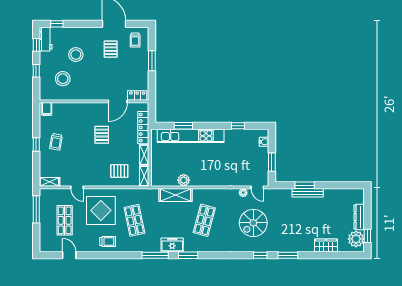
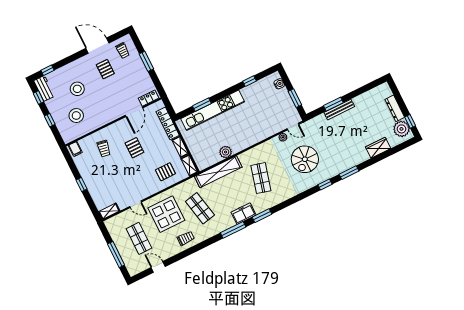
trolley: (56, 142) -> (104, 149), moved
shelving: (175, 195) -> (218, 172), width x1.47
window: (36, 209) -> (116, 254), moved

